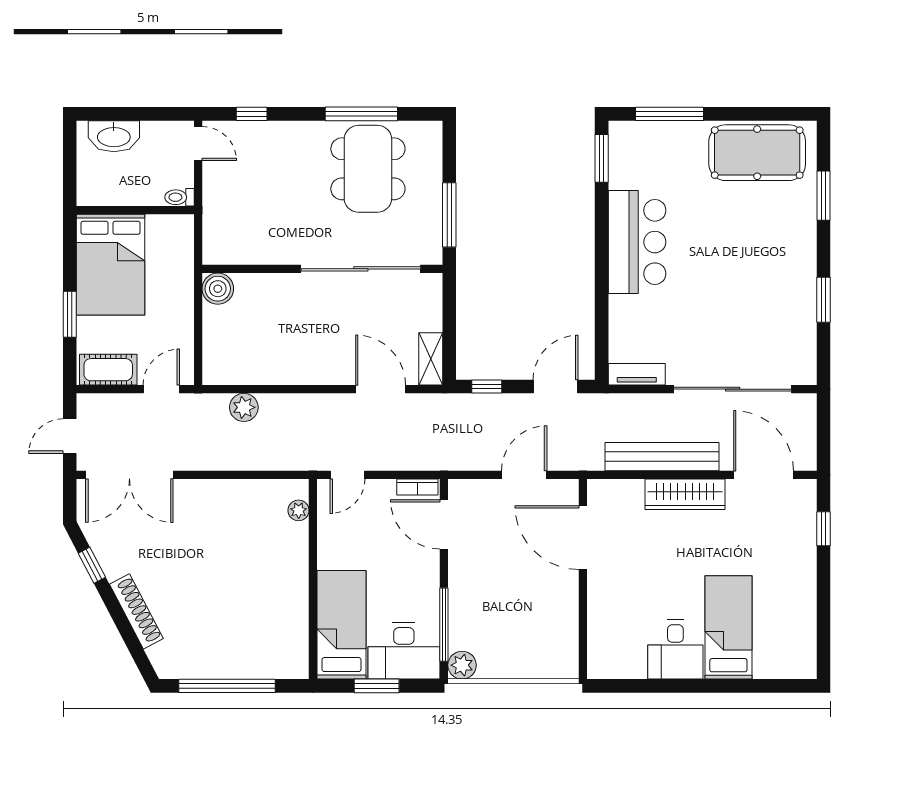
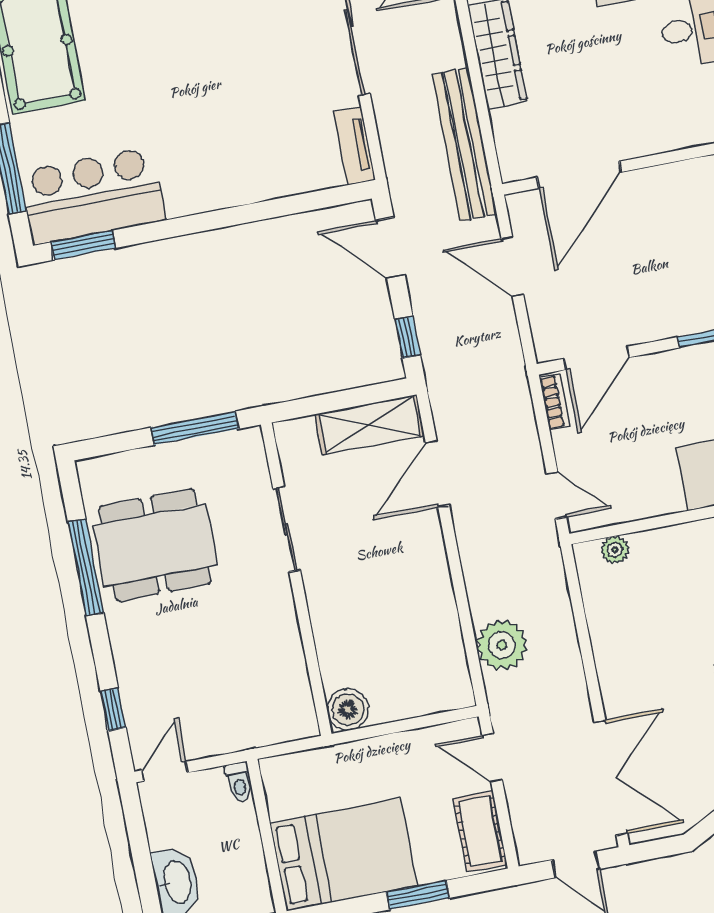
bar counter: (637, 242) -> (93, 196), moved
sliding door: (361, 269) -> (287, 529), width x0.54
shelving: (431, 359) -> (370, 425), width x1.50, depth x1.33
plant: (244, 407) -> (502, 645), width x1.36, depth x1.36
bench: (662, 457) -> (464, 144), moved

